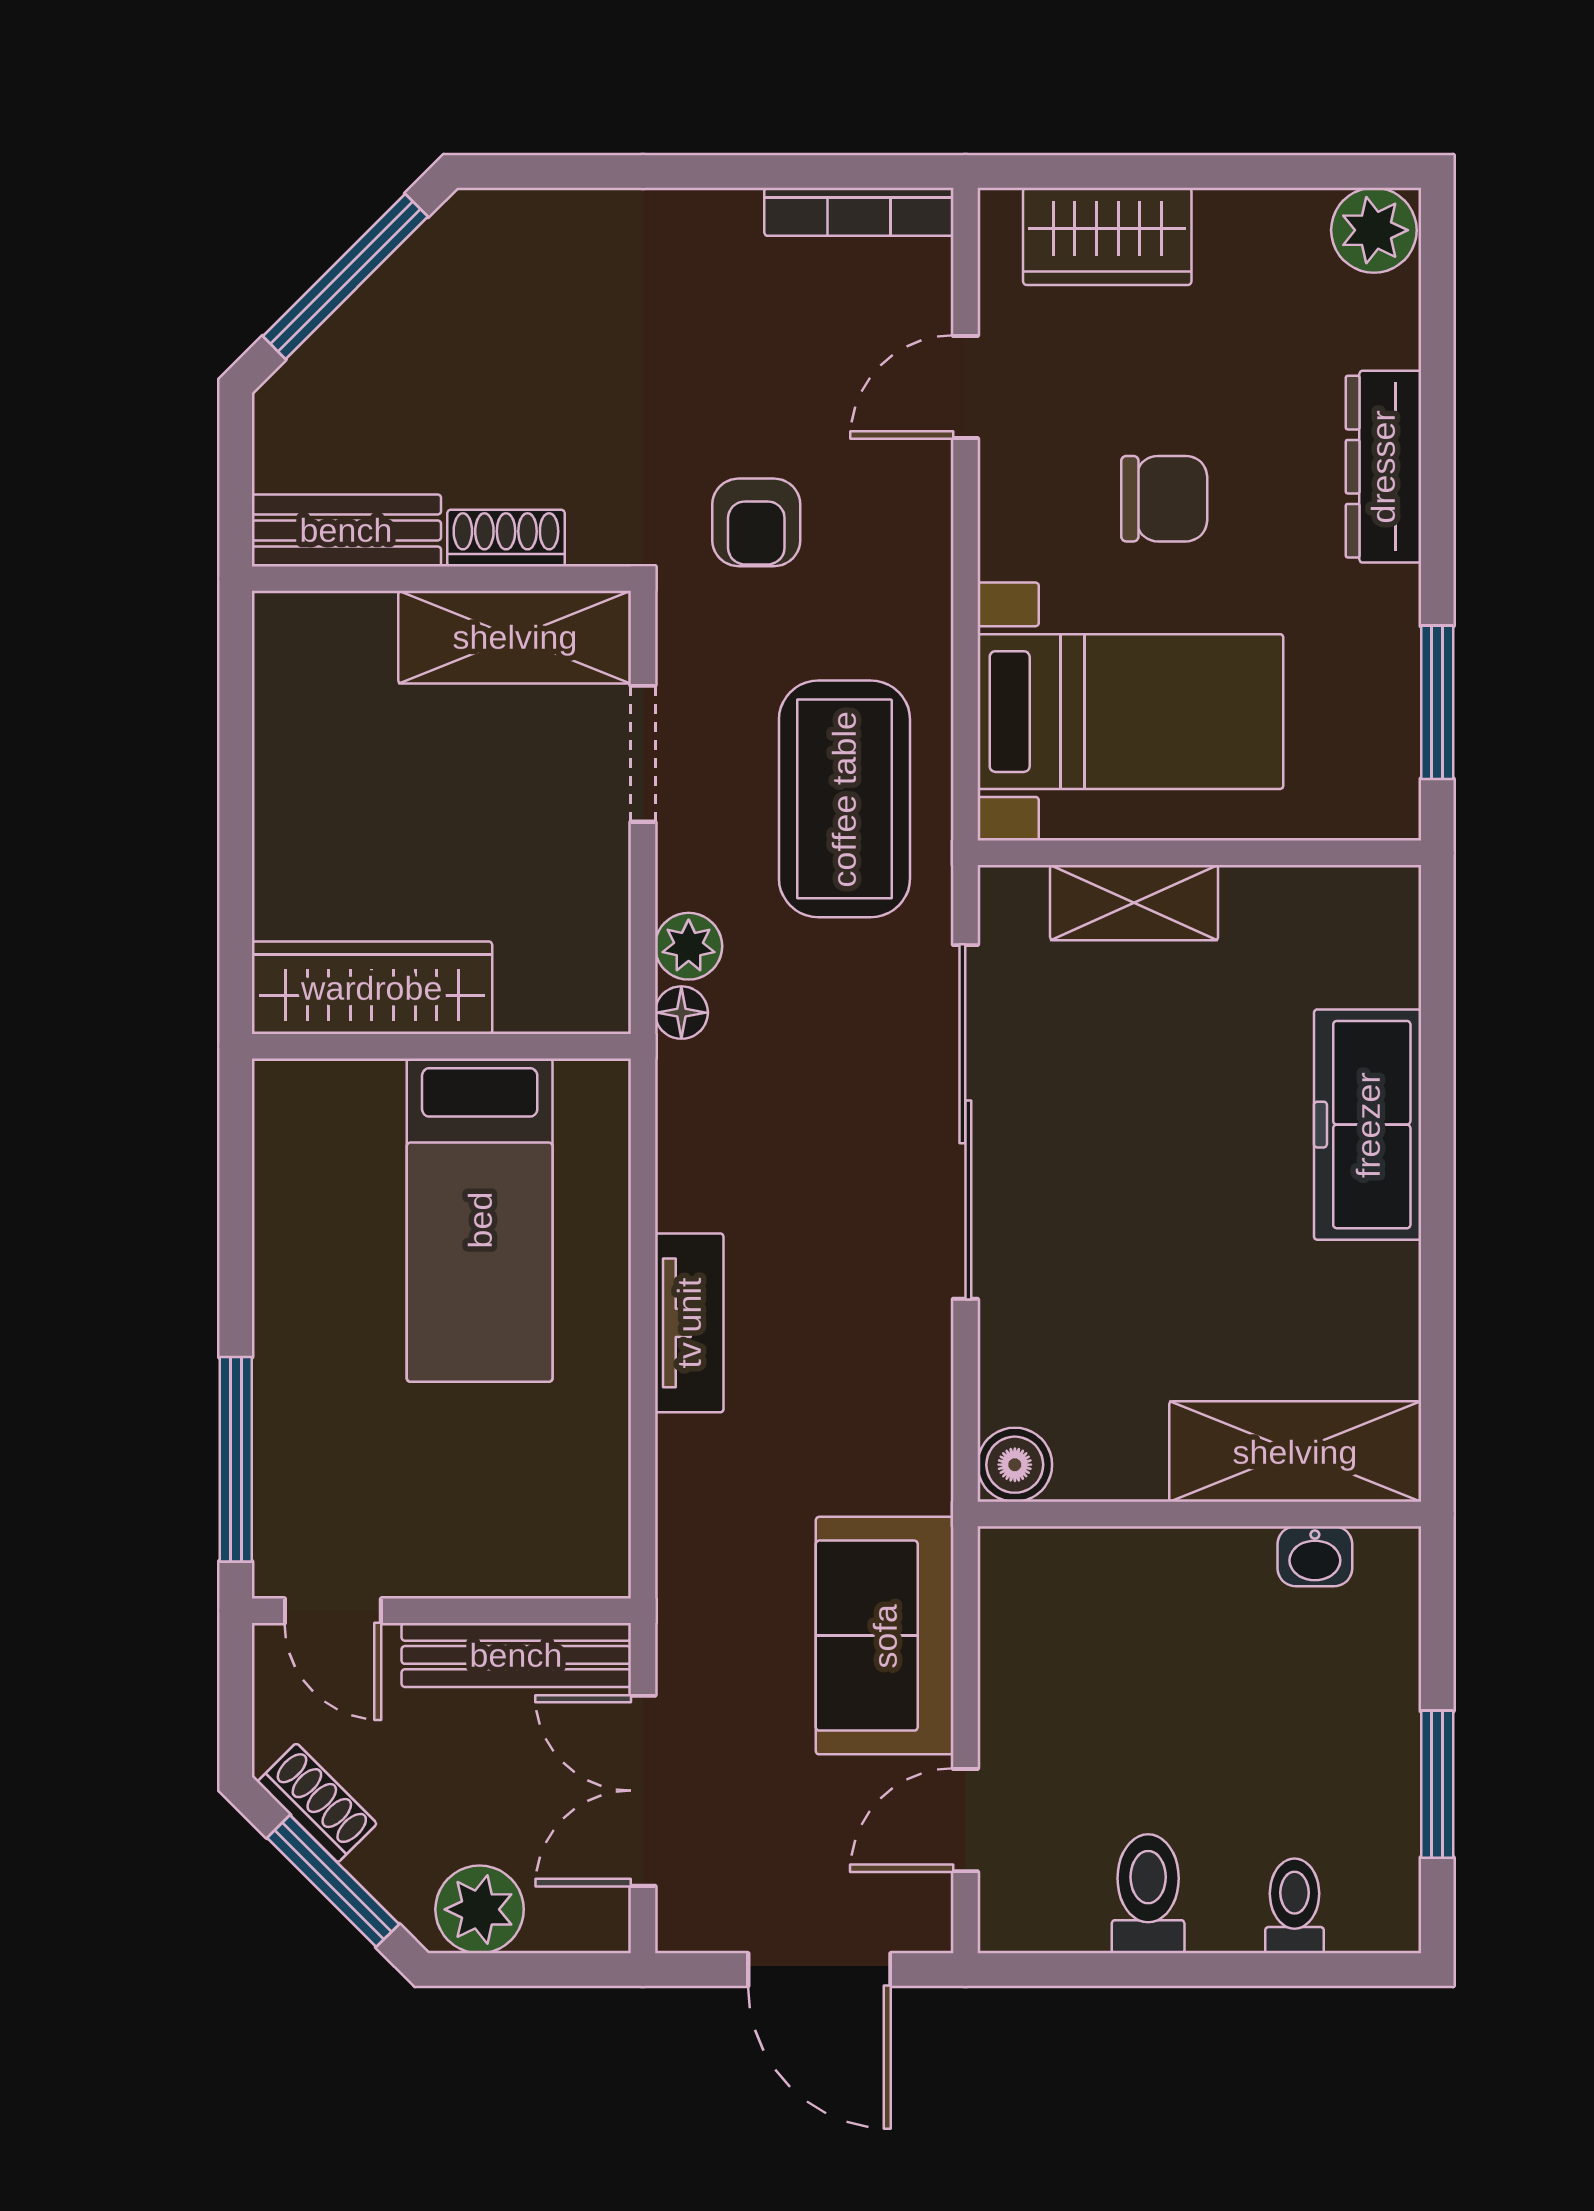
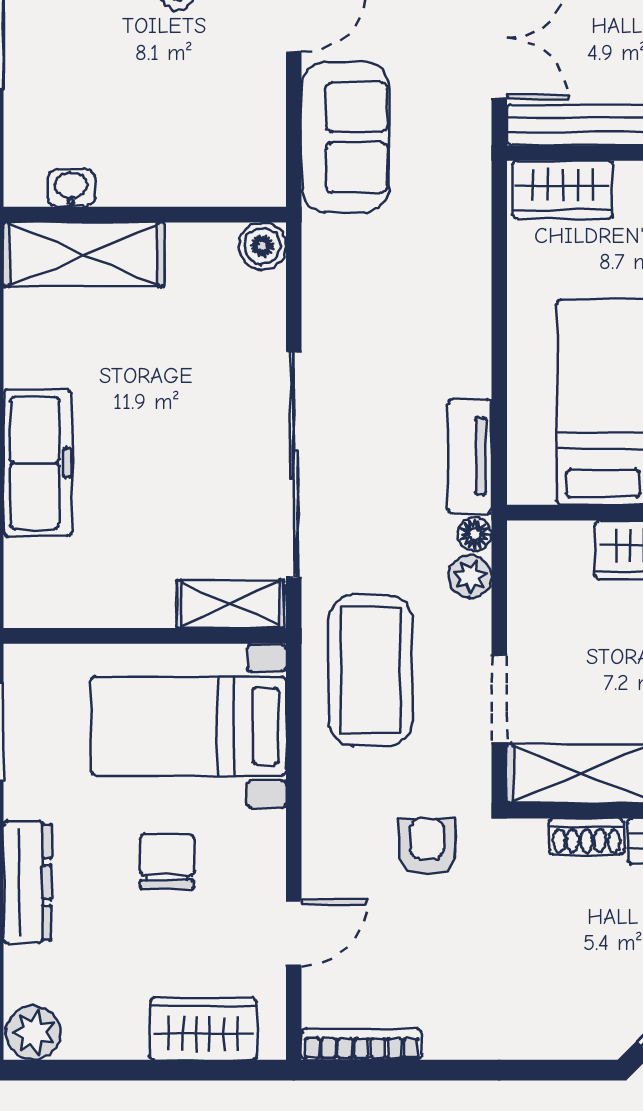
chair: (1164, 499) -> (167, 862), turned 90
shelving: (1134, 903) -> (230, 604), moved
tv unit: (689, 1323) -> (470, 456), moved
wardrobe: (543, 1553) -> (563, 190), added

